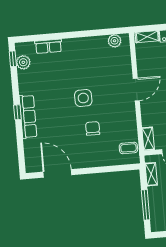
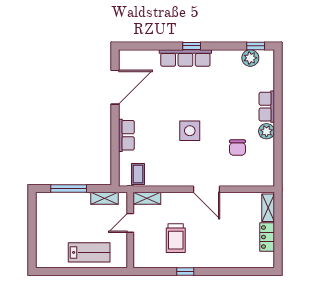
plant: (115, 41) -> (266, 131), moved
row of seats: (48, 46) -> (267, 107), moved
side table: (83, 98) -> (190, 131), moved
chair: (93, 128) -> (237, 148), moved, turned 90
row of seats: (97, 160) -> (126, 135), added

